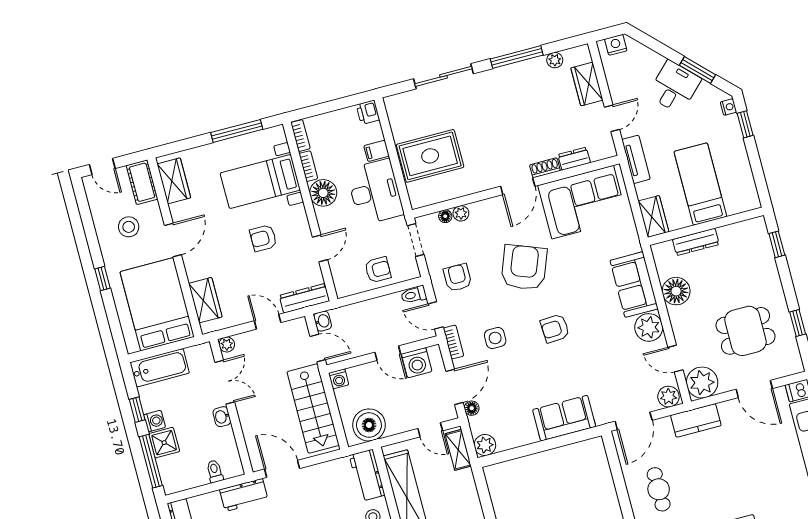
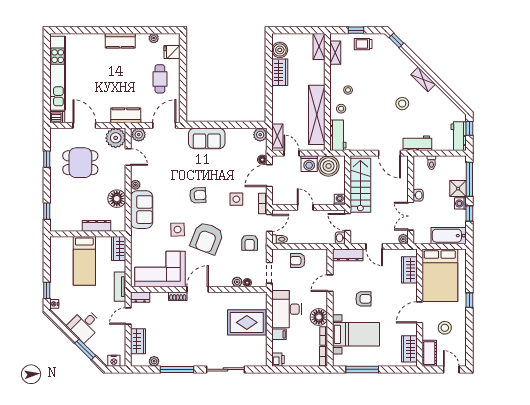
window: (698, 70) -> (85, 349), moved
dresser: (574, 159) -> (140, 297), moved
side table: (572, 269) -> (178, 230), added
door: (436, 315) -> (269, 223), hinge flipped
plant: (649, 327) -> (135, 185), width x0.53, depth x0.53
washing machine: (417, 363) -> (309, 164), moved, turned 180

